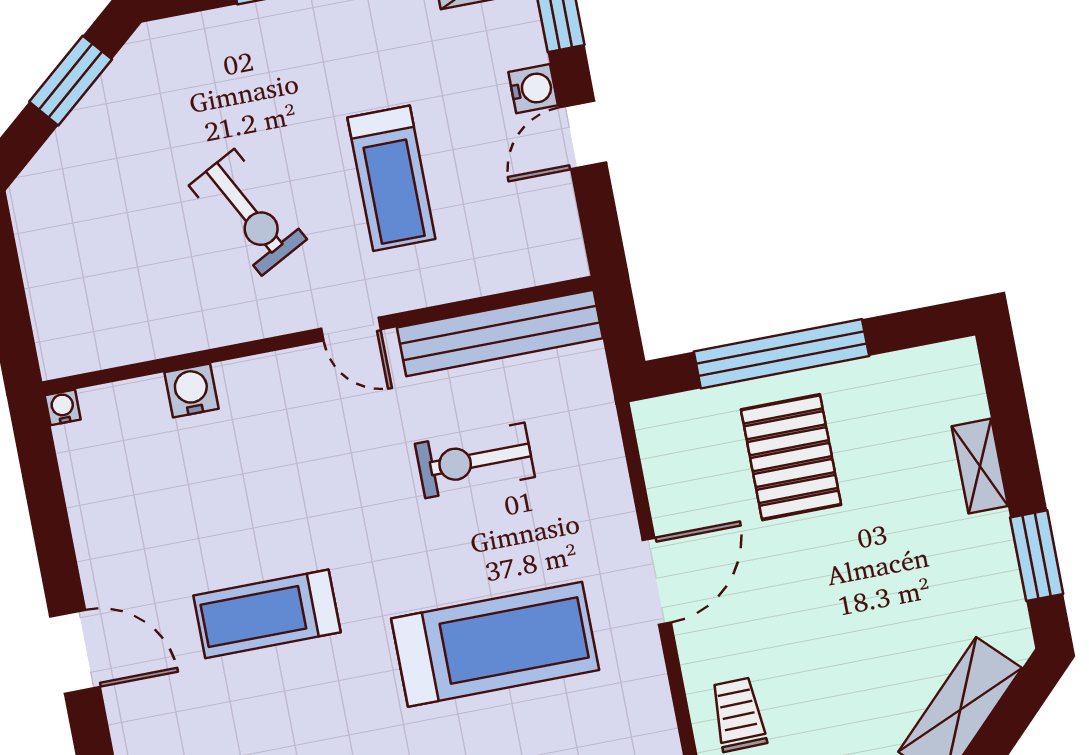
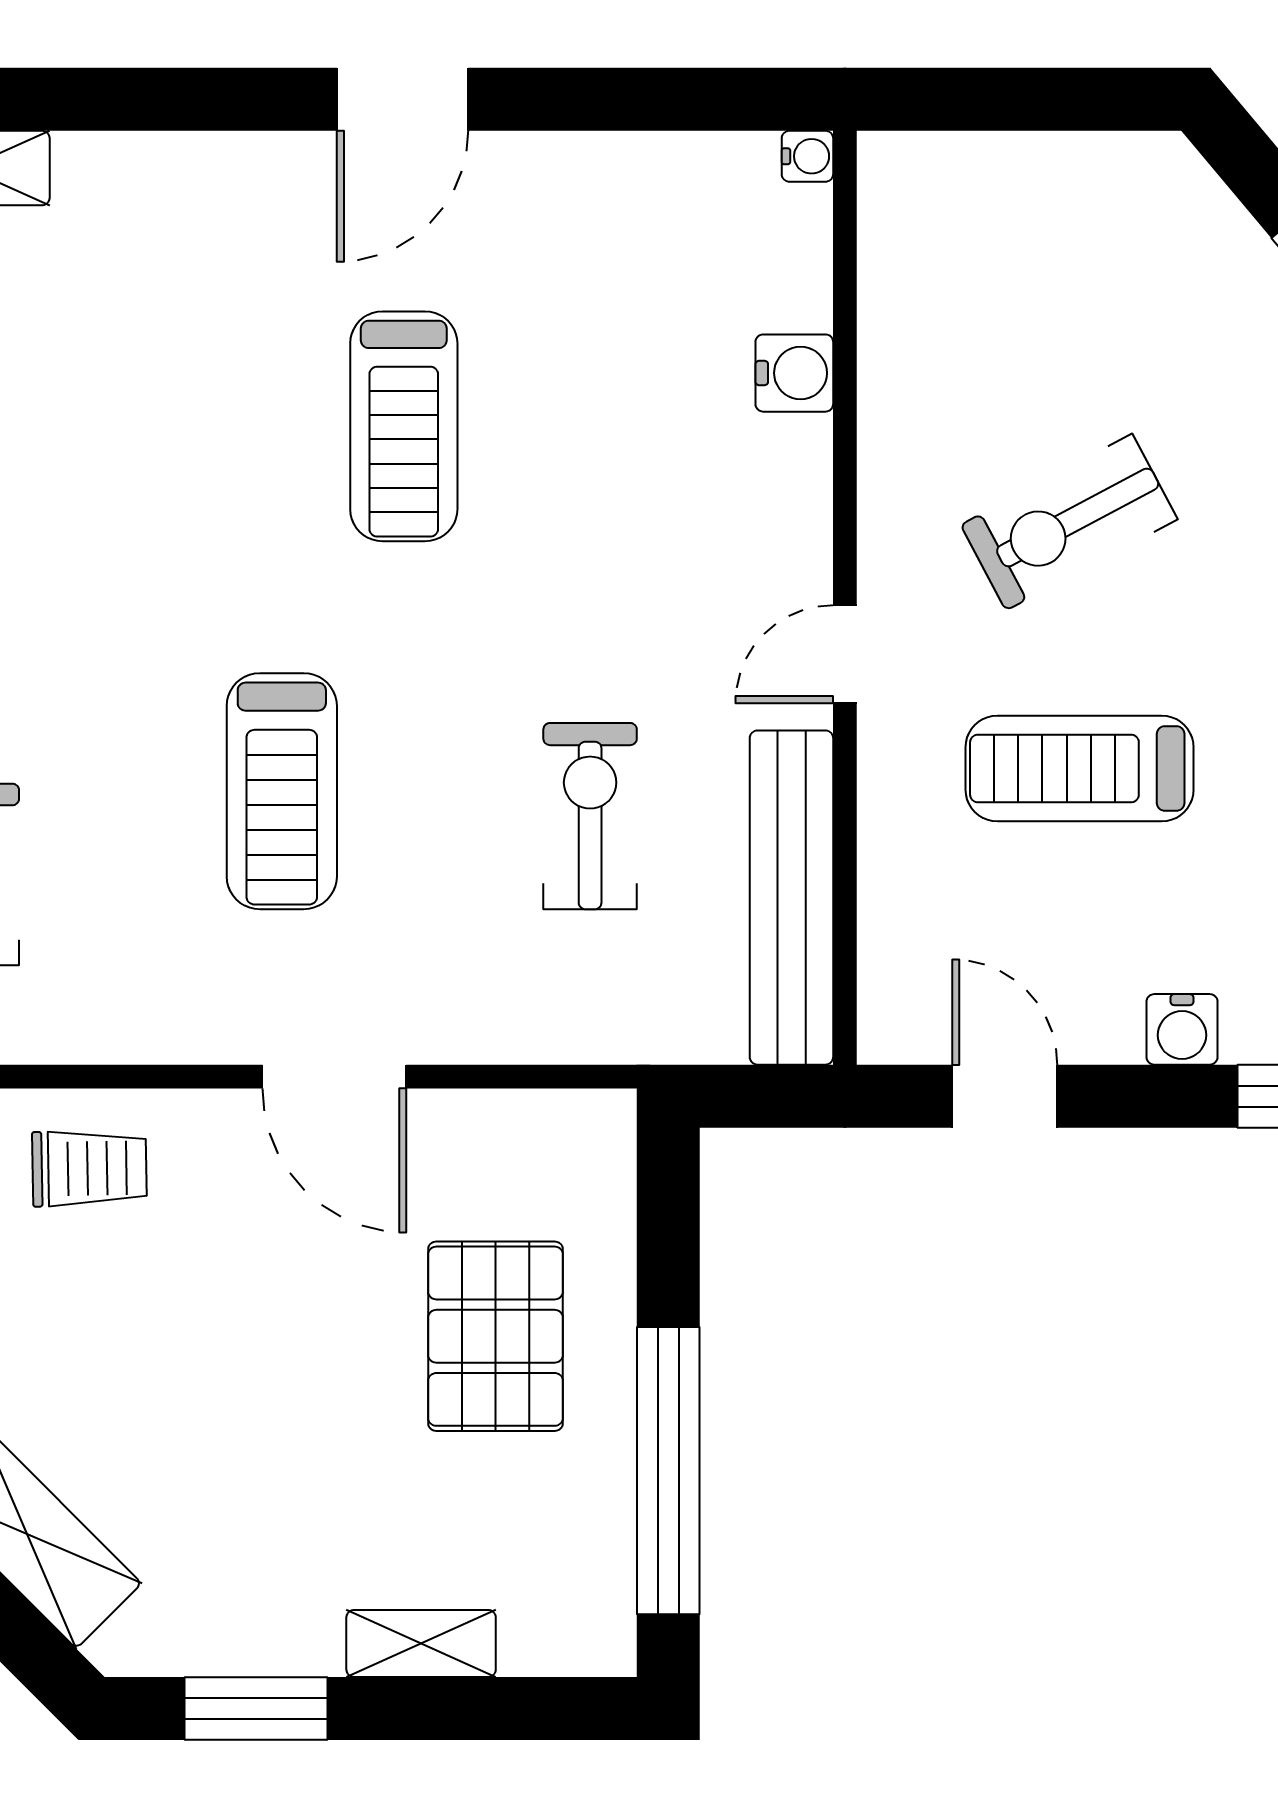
door: (583, 135) -> (1005, 1096), moved
window: (781, 354) -> (668, 1471), moved
pallet: (791, 457) -> (495, 1336), turned 90
treadmill: (267, 614) -> (404, 426), turned 180
treadmill: (495, 644) -> (282, 791), width x0.73, depth x0.73

